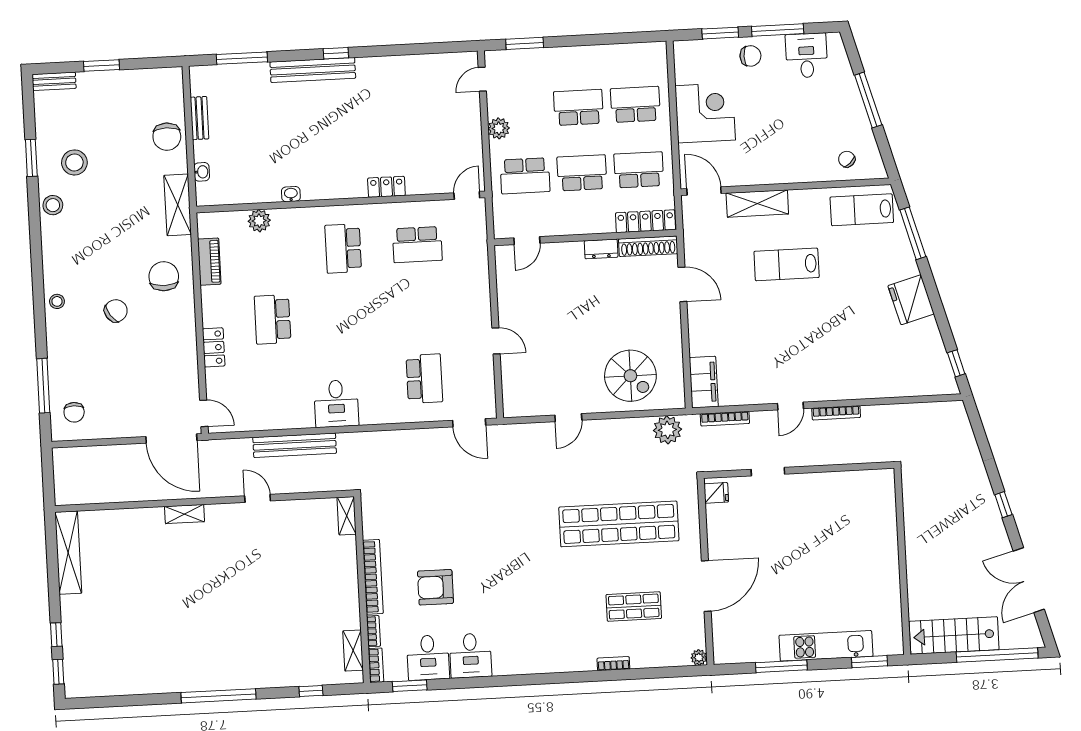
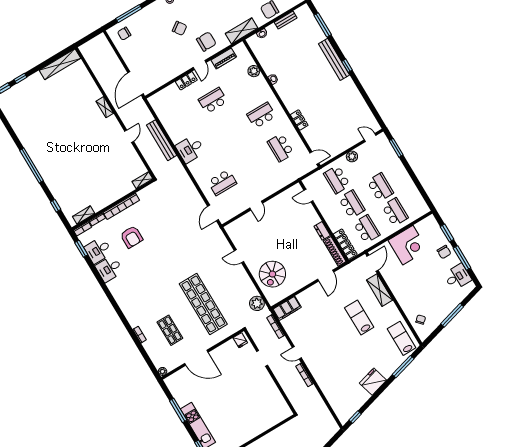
door: (204, 413) -> (200, 65), moved
armchair: (435, 587) -> (132, 237), turned 180

